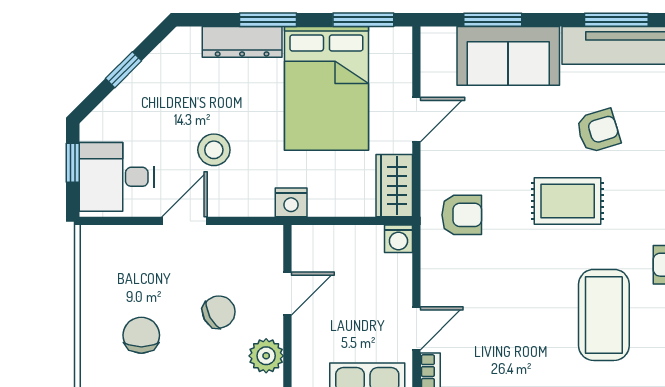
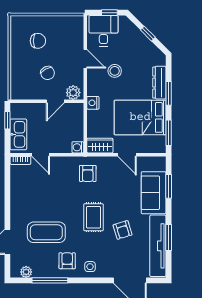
door: (287, 294) -> (55, 101), hinge flipped
plant: (266, 356) -> (73, 93), moved

